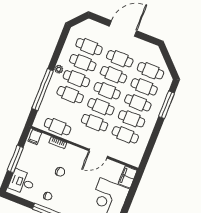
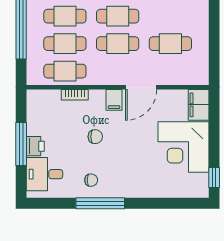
cafe table: (132, 119) -> (65, 44), moved
filing cabinet: (35, 137) -> (114, 100), moved
printer: (23, 164) -> (35, 146), added

